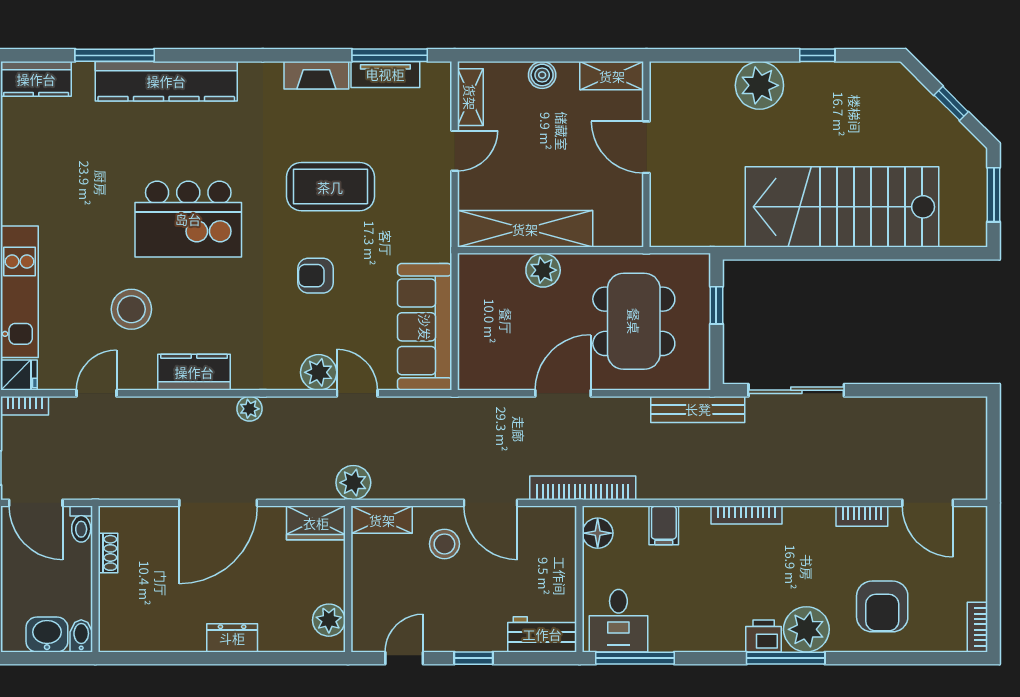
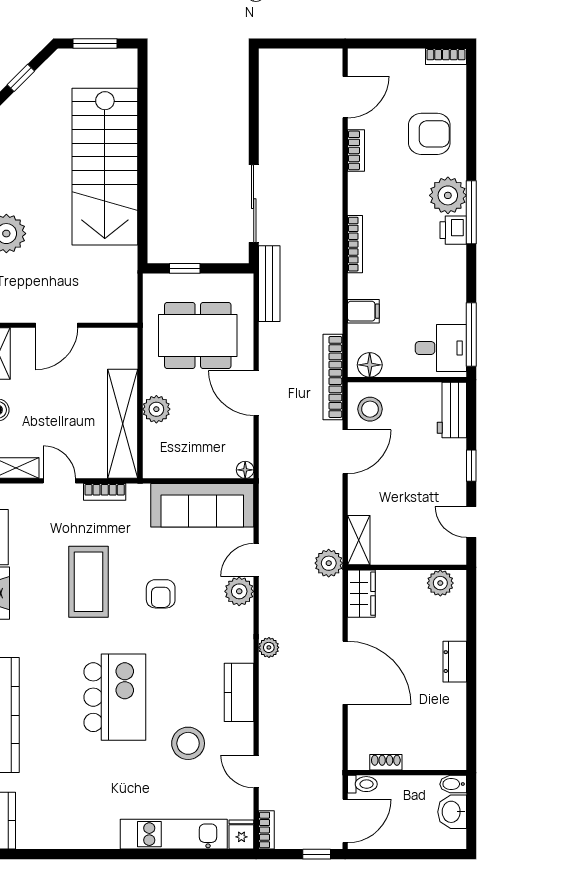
bookcase: (441, 207) -> (105, 492), added
floor lamp: (468, 380) -> (245, 470), added
stool: (444, 544) -> (370, 409), moved

